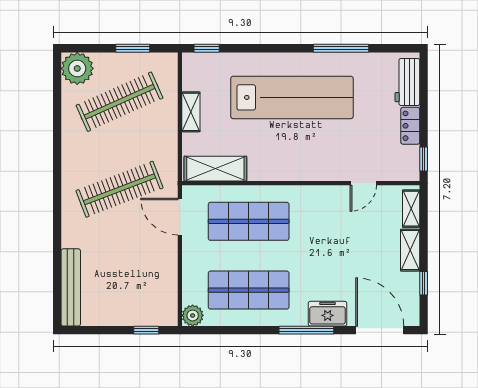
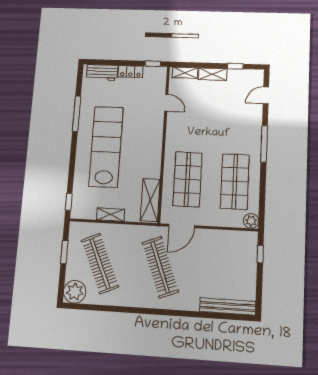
freezer: (328, 314) -> (253, 129), removed
door: (380, 330) -> (266, 95), width x0.53

